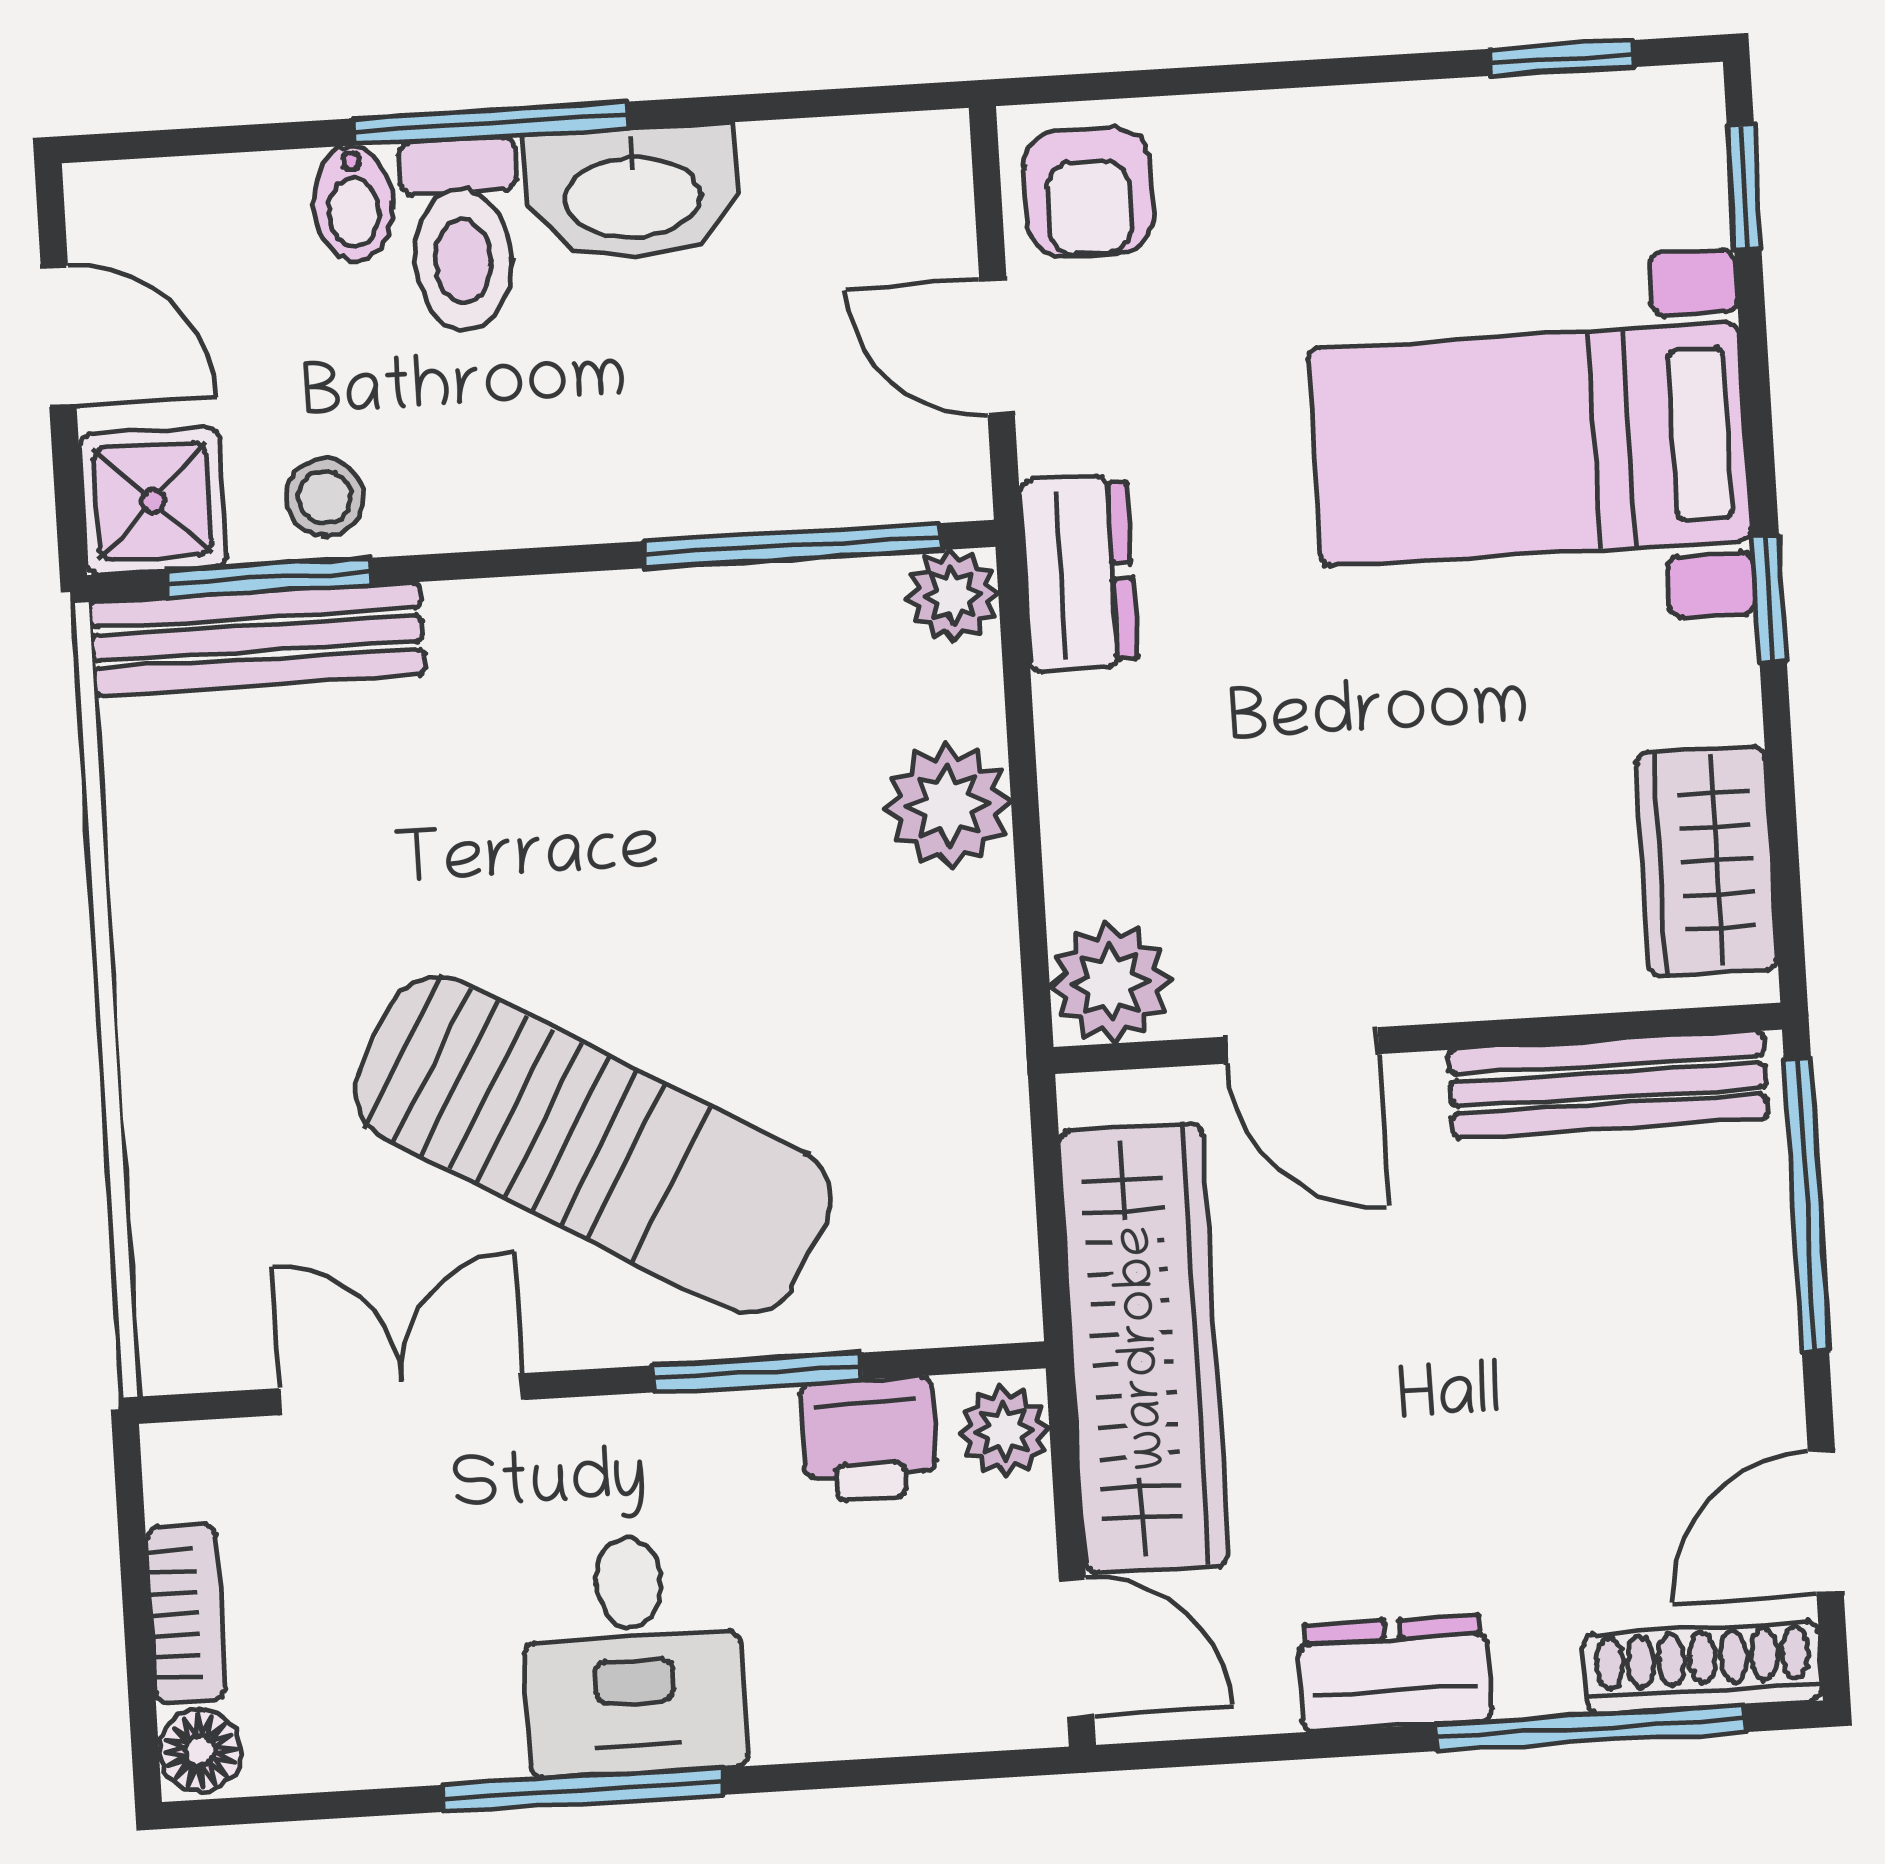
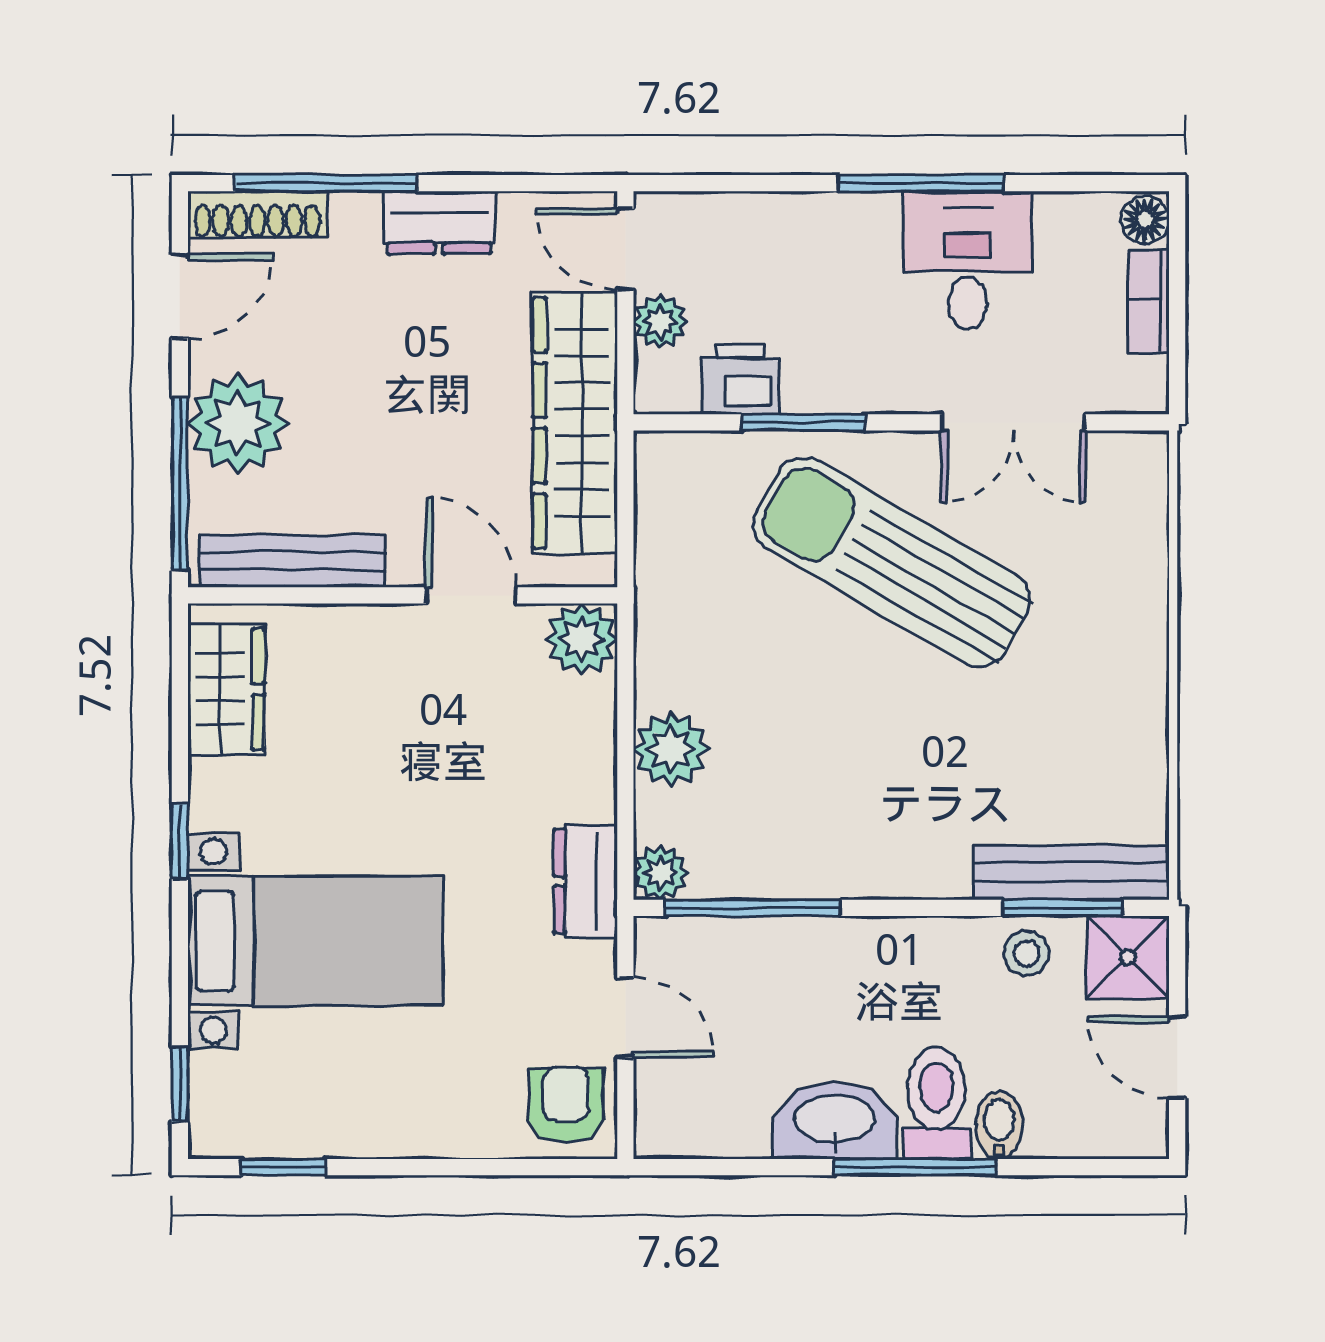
plant: (1714, 1312) -> (238, 423), added
plant: (1004, 1431) -> (660, 322), moved
desk: (633, 1655) -> (968, 260), moved

